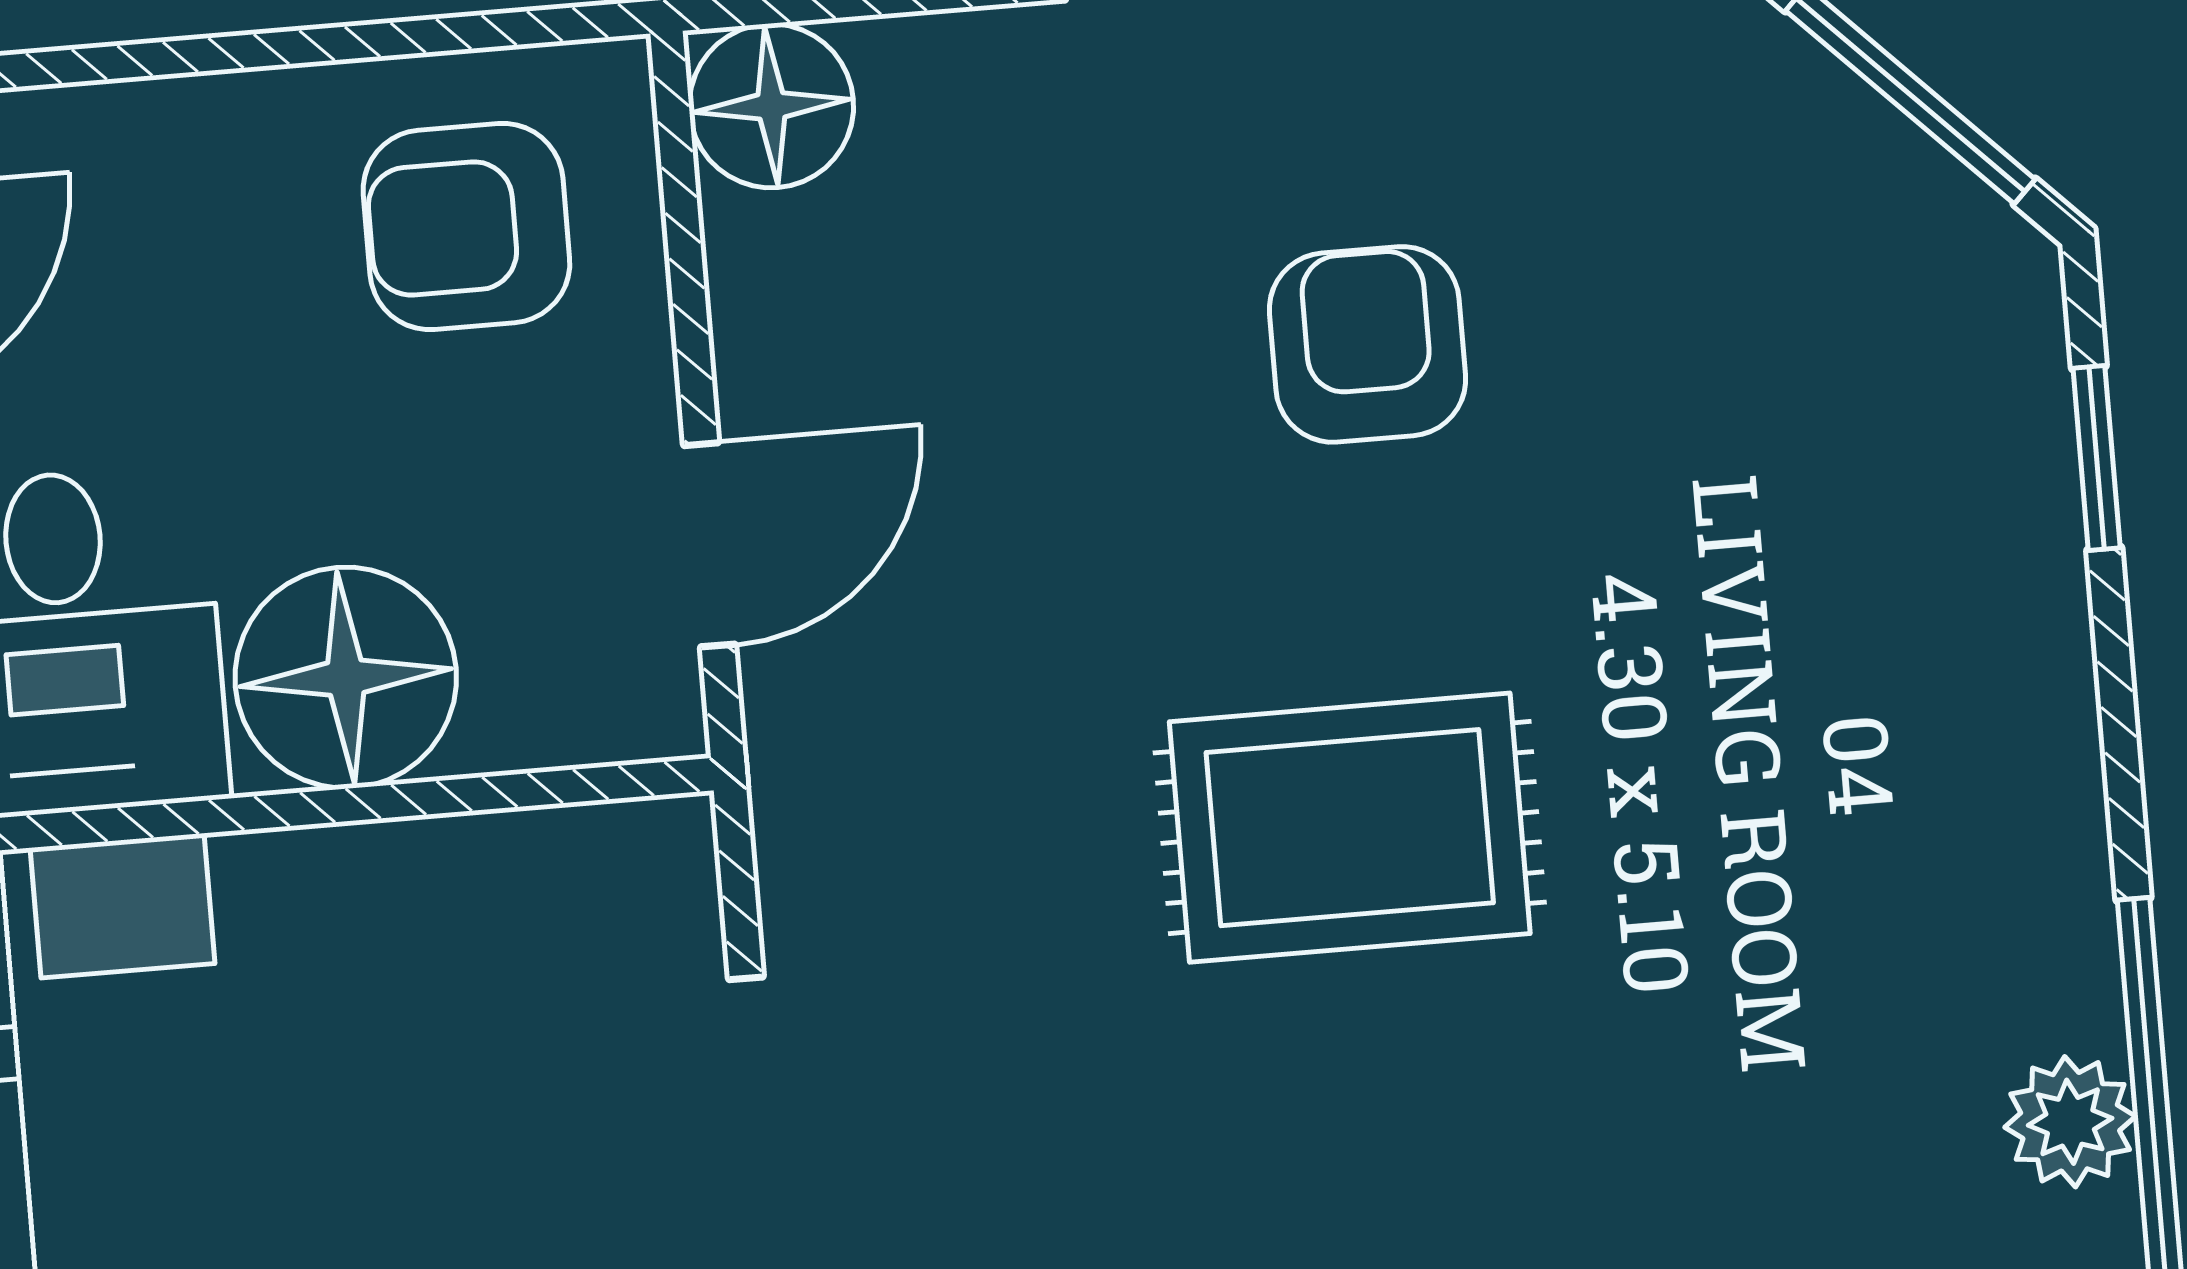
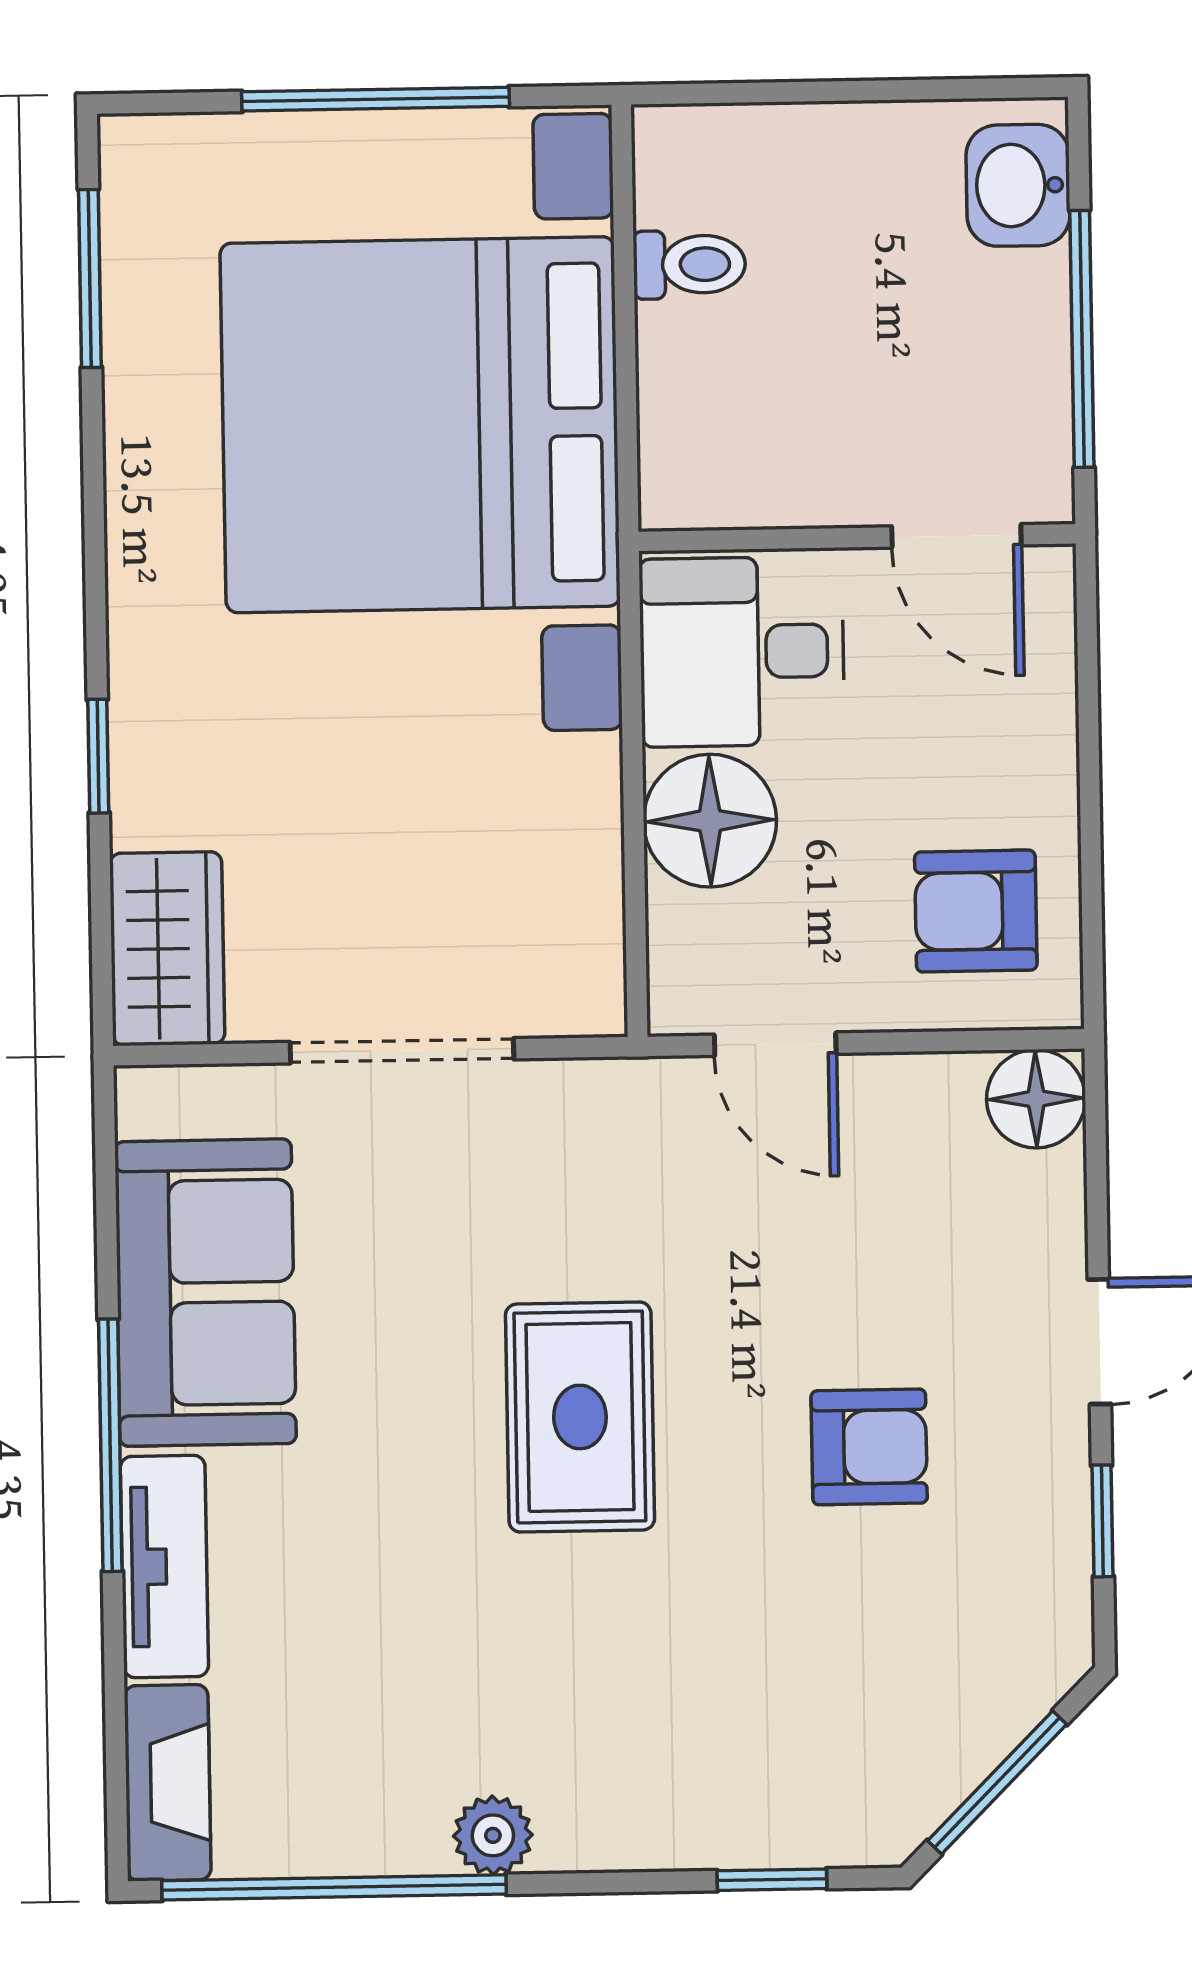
armchair: (466, 226) -> (976, 911), turned -90
plant: (2070, 1122) -> (493, 1835), moved

